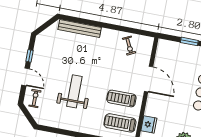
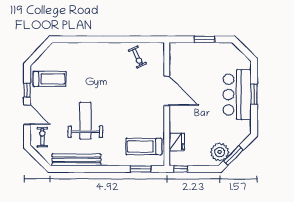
bench: (80, 29) -> (76, 160), moved
treadmill: (121, 98) -> (50, 79), moved, turned 180

